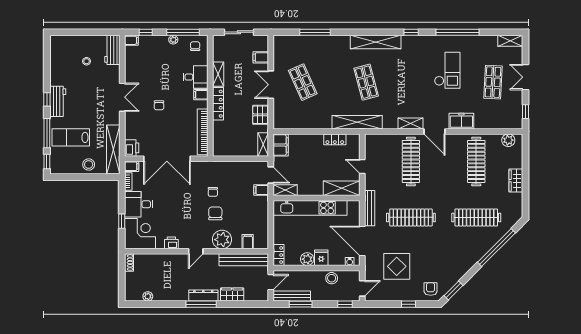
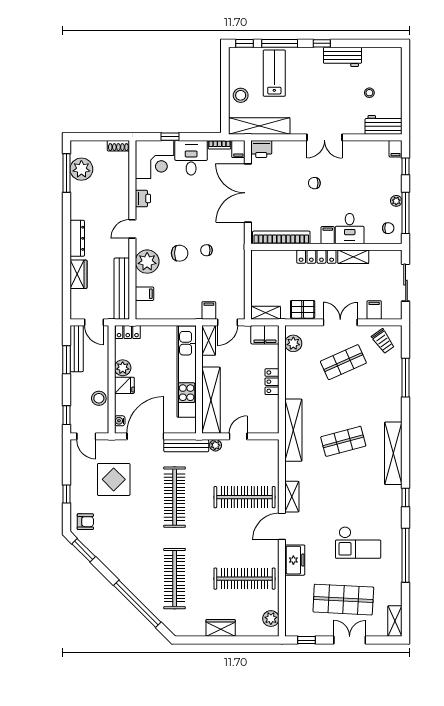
trolley: (286, 50) -> (383, 341), added
shop shelf: (493, 82) -> (343, 600), width x1.43, depth x1.36
workbench: (58, 101) -> (342, 57), moved
plant: (288, 122) -> (293, 343), added
locker: (335, 139) -> (272, 382), moved
plant: (369, 185) -> (216, 445), added
shelving: (342, 188) -> (211, 400), width x1.47
door: (196, 251) -> (132, 229), hinge flipped
plant: (148, 296) -> (81, 169), width x1.87, depth x1.87
window: (201, 304) -> (66, 173), moved

